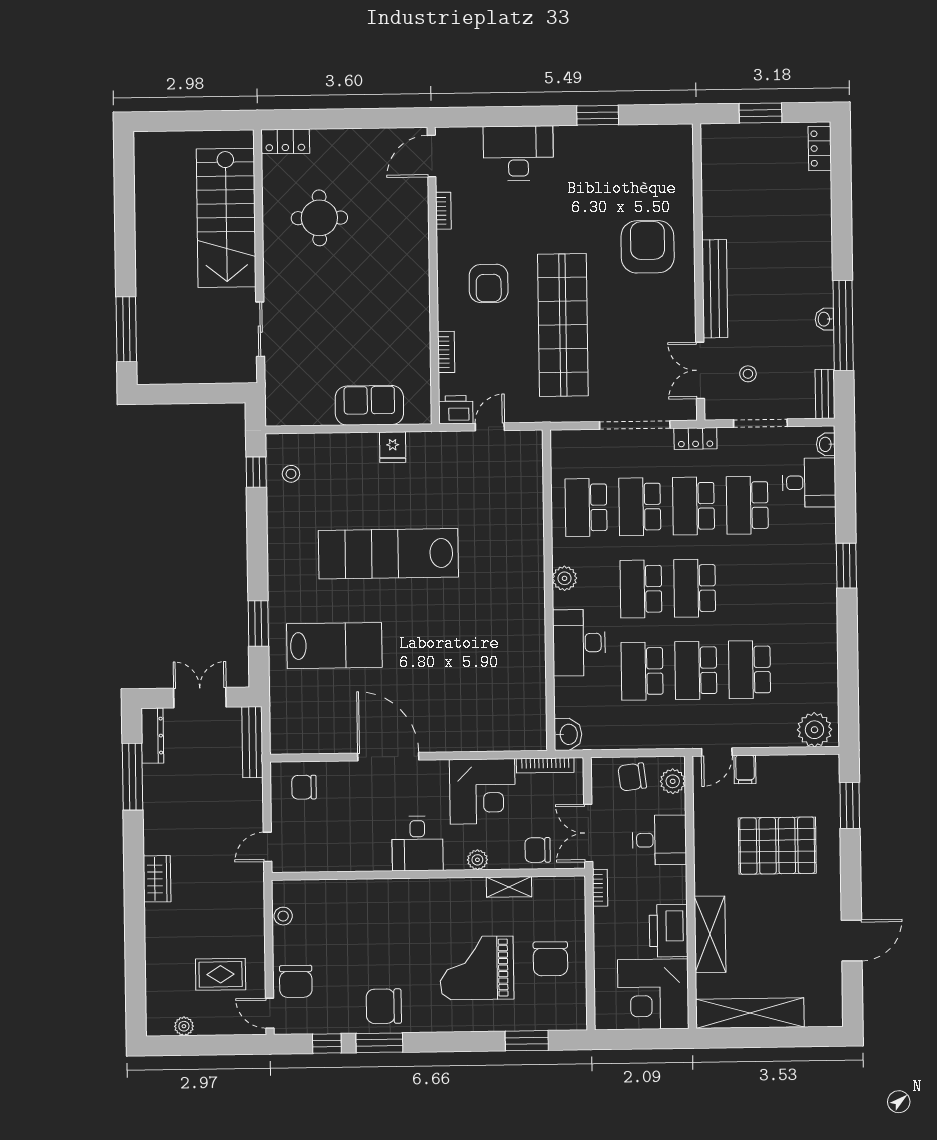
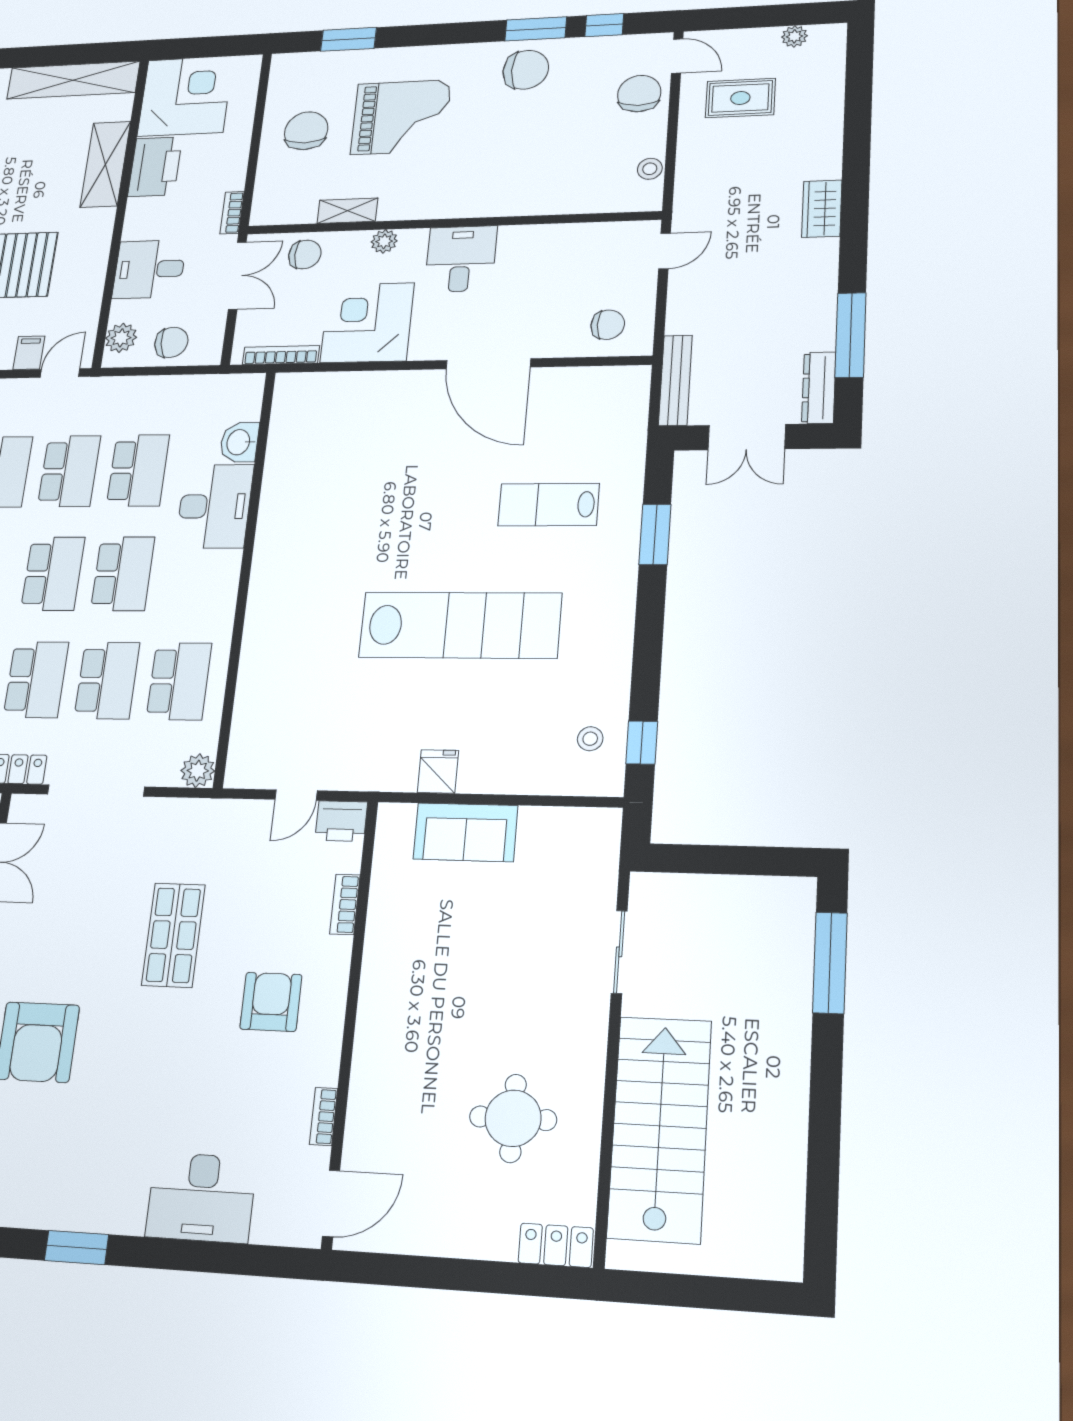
shop shelf: (563, 325) -> (173, 935), width x0.50, depth x0.74
plant: (565, 578) -> (198, 771), moved
lab bench: (334, 646) -> (549, 505), width x0.73, depth x0.72
washbasin: (568, 734) -> (239, 442), moved

